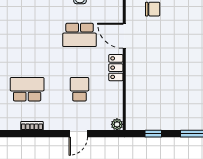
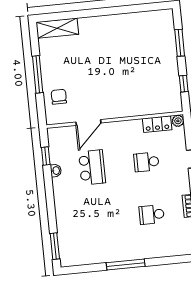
locker: (116, 68) -> (157, 124), moved
school desk: (27, 89) -> (152, 215), width x0.54

